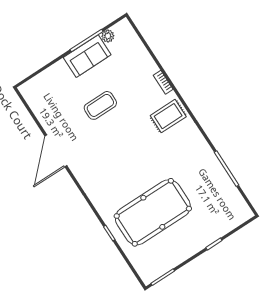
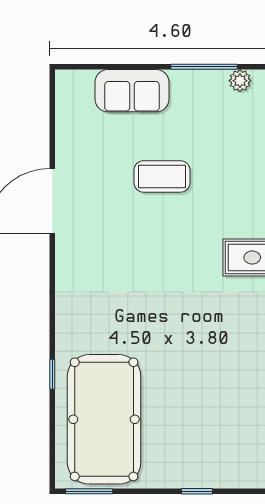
sofa: (87, 56) -> (132, 91), moved
pool table: (153, 212) -> (104, 419), moved, turned 90

